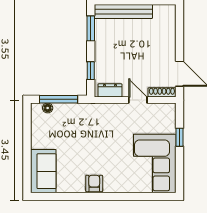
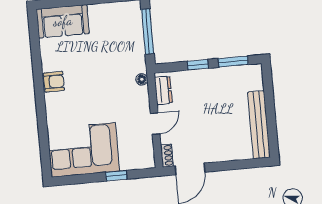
bench: (123, 11) -> (259, 125), moved
window: (91, 71) -> (198, 65), moved
shoe rack: (162, 92) -> (167, 155), width x0.70
floor lamp: (48, 108) -> (142, 79), moved

